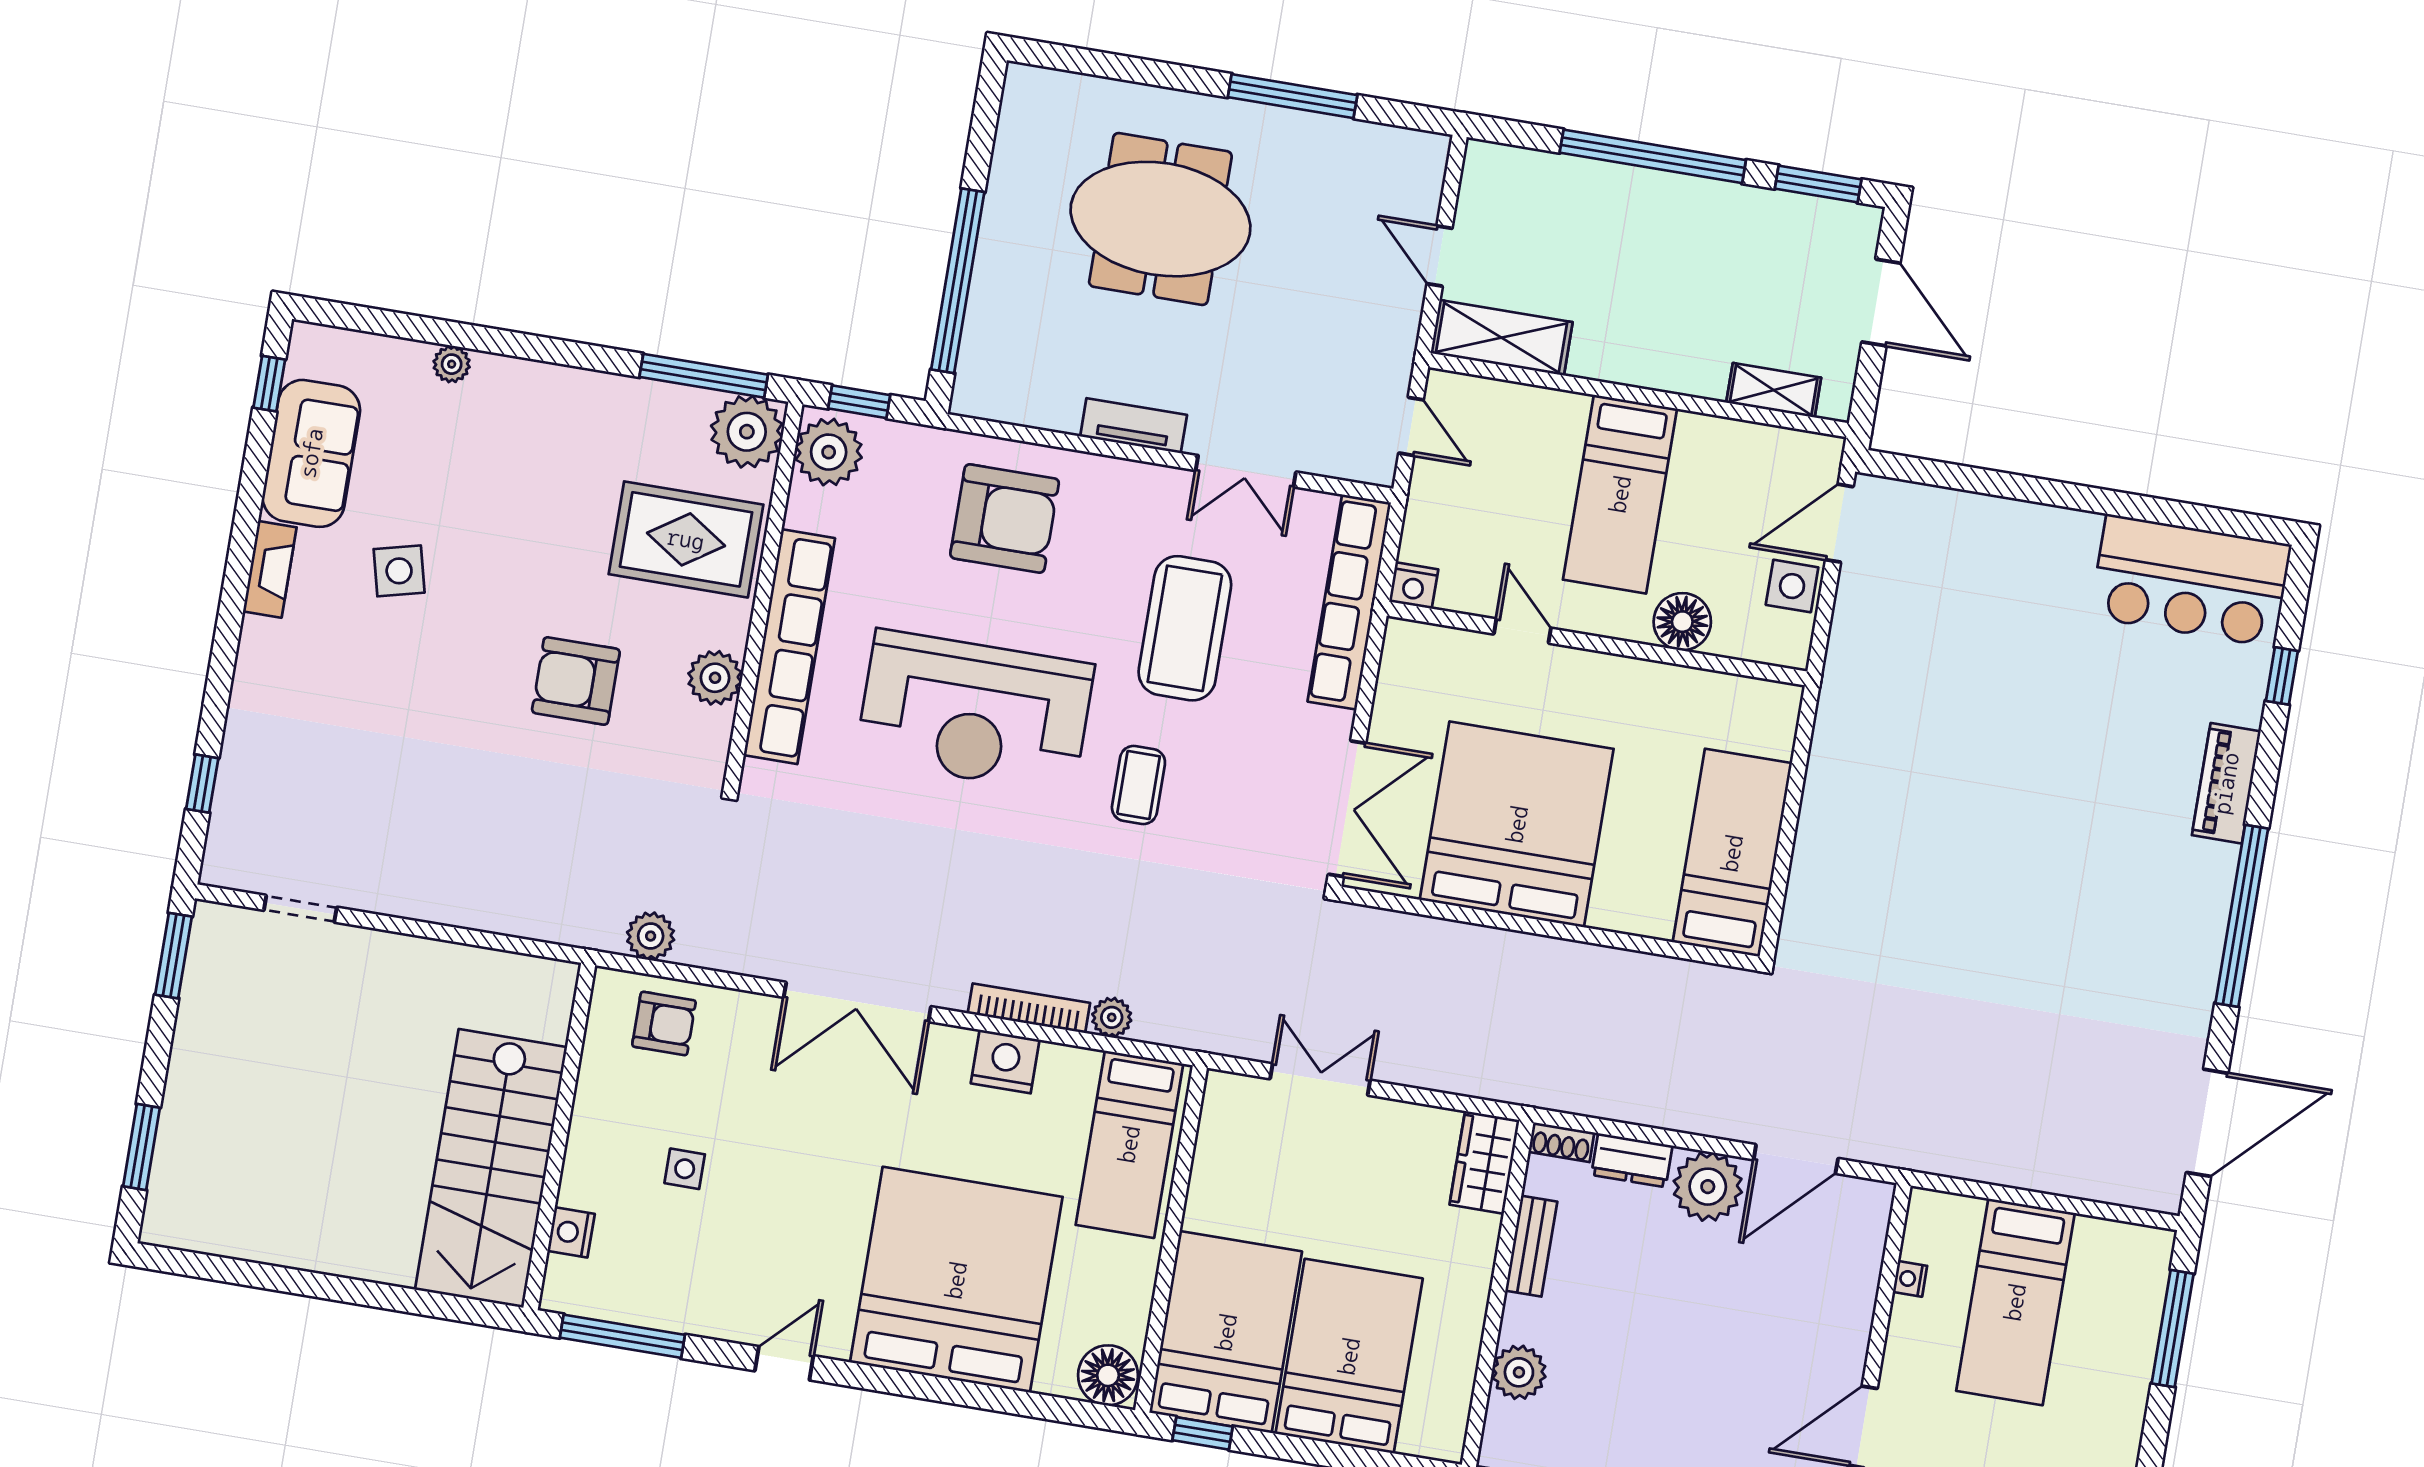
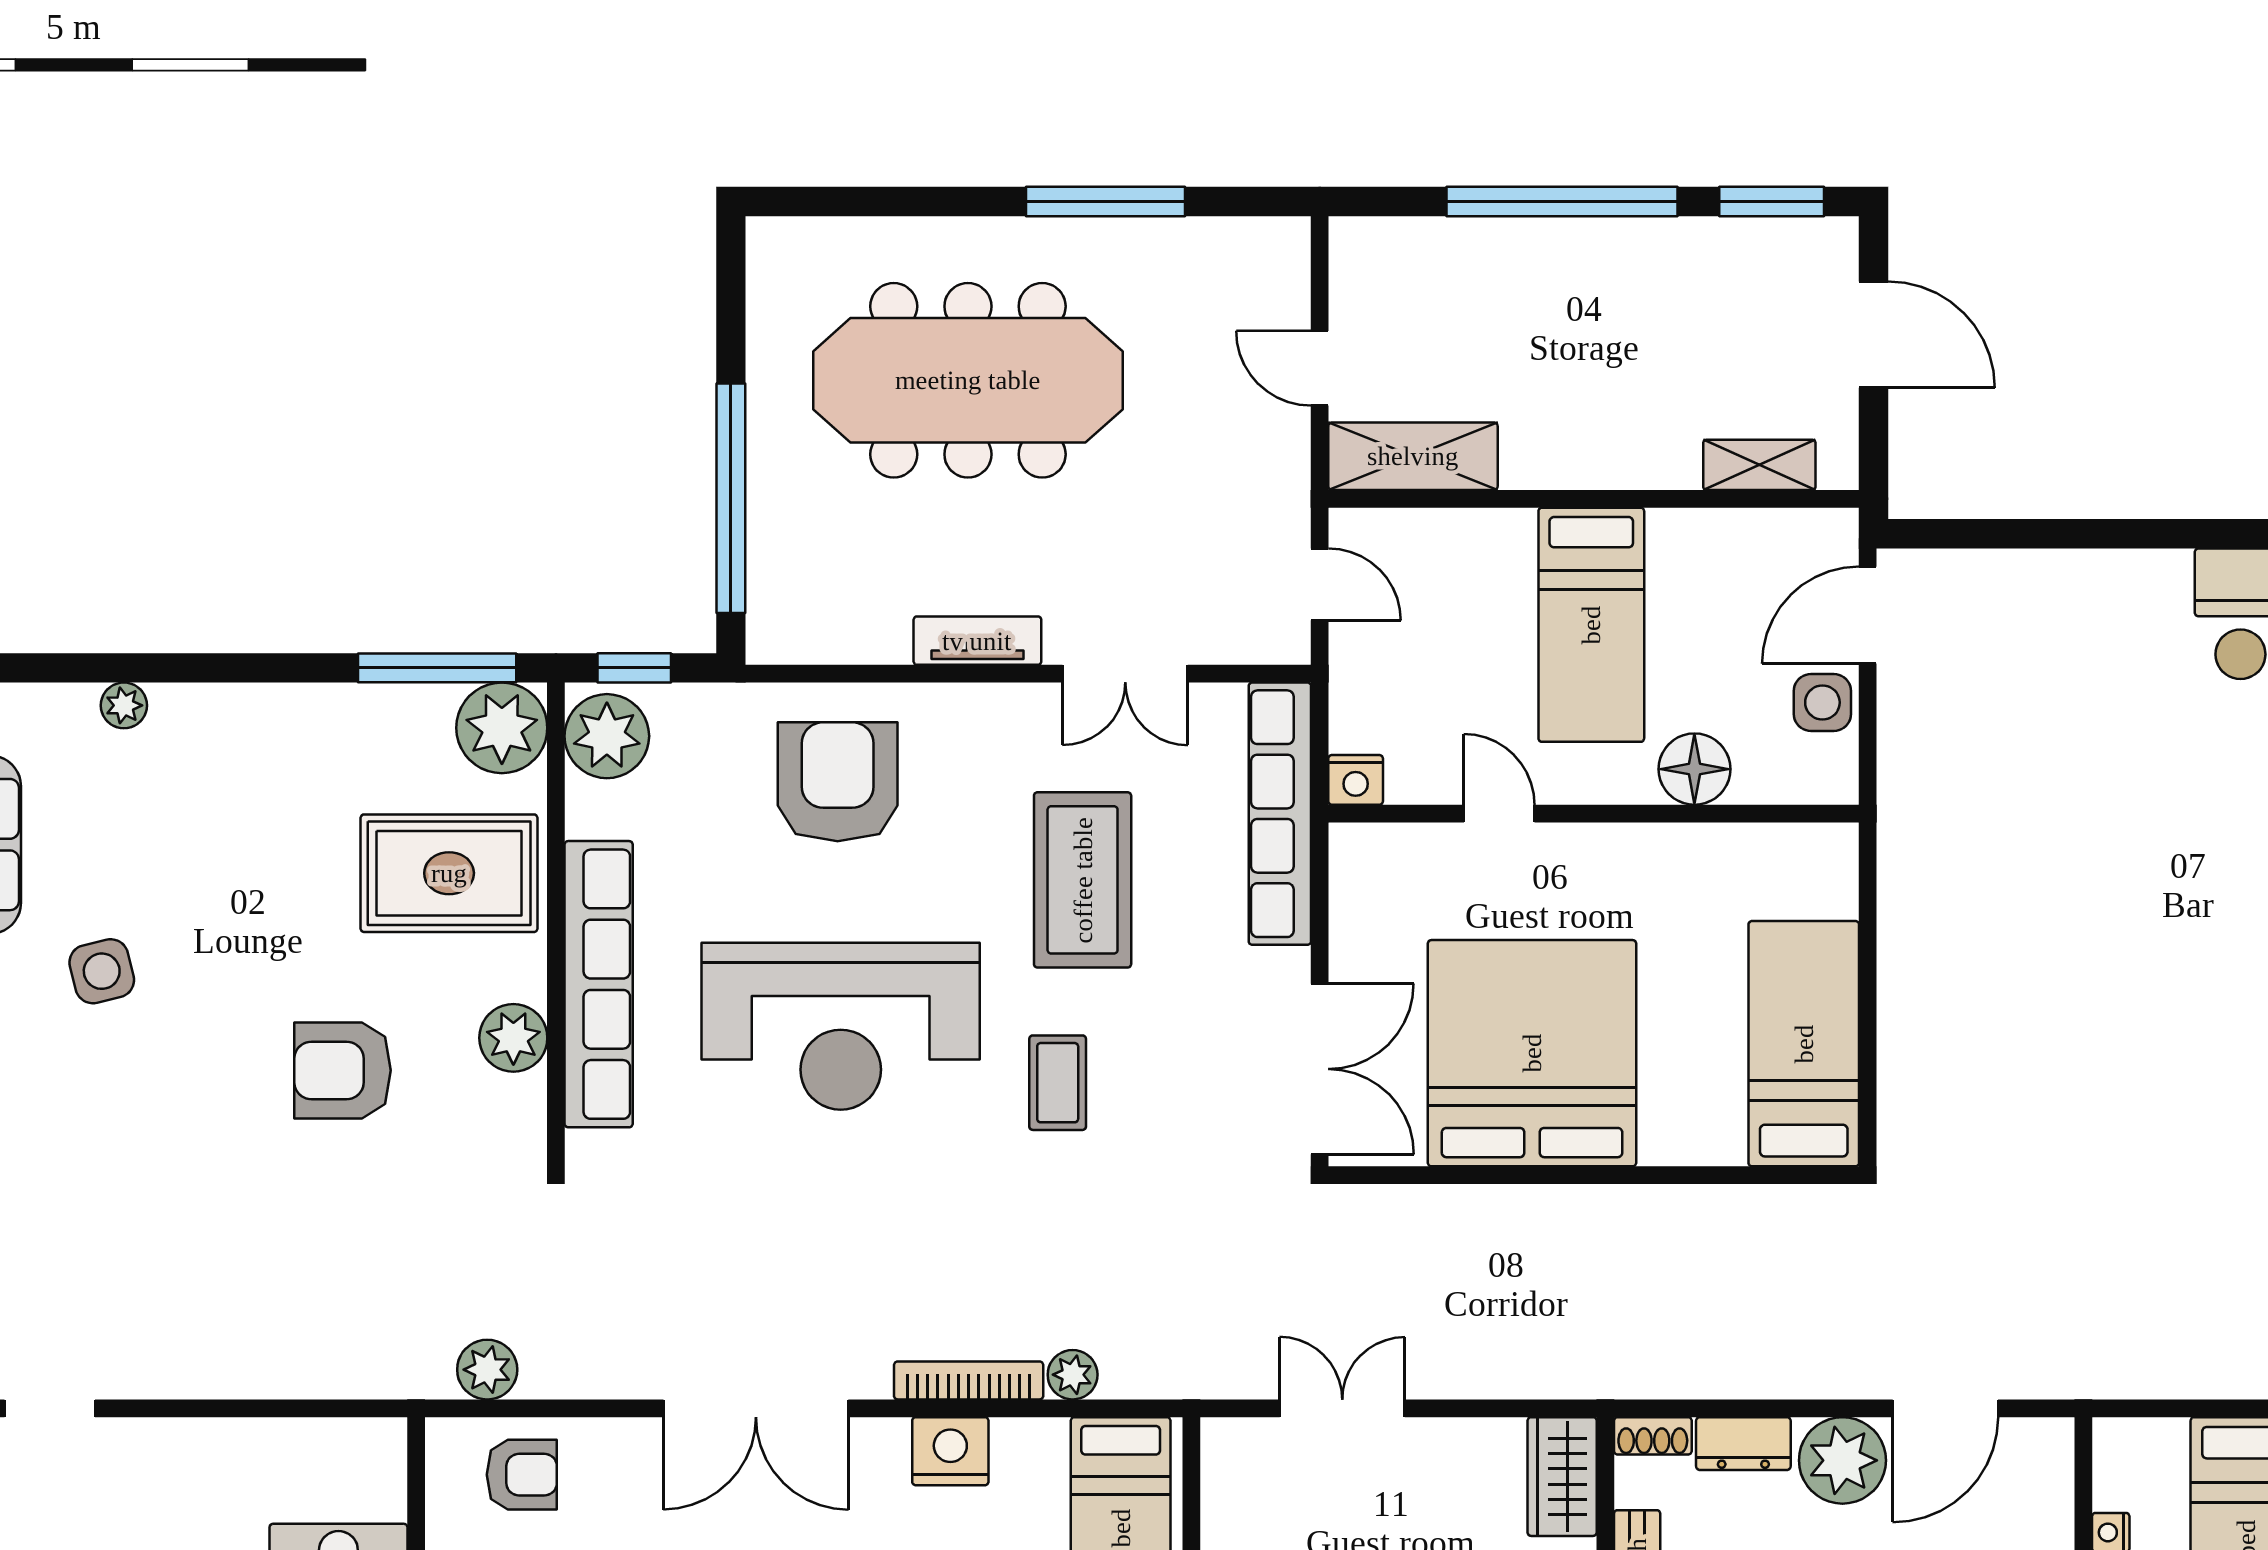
meeting table: (1160, 219) -> (968, 380), width x1.36
armchair: (1005, 518) -> (838, 782), turned -90

